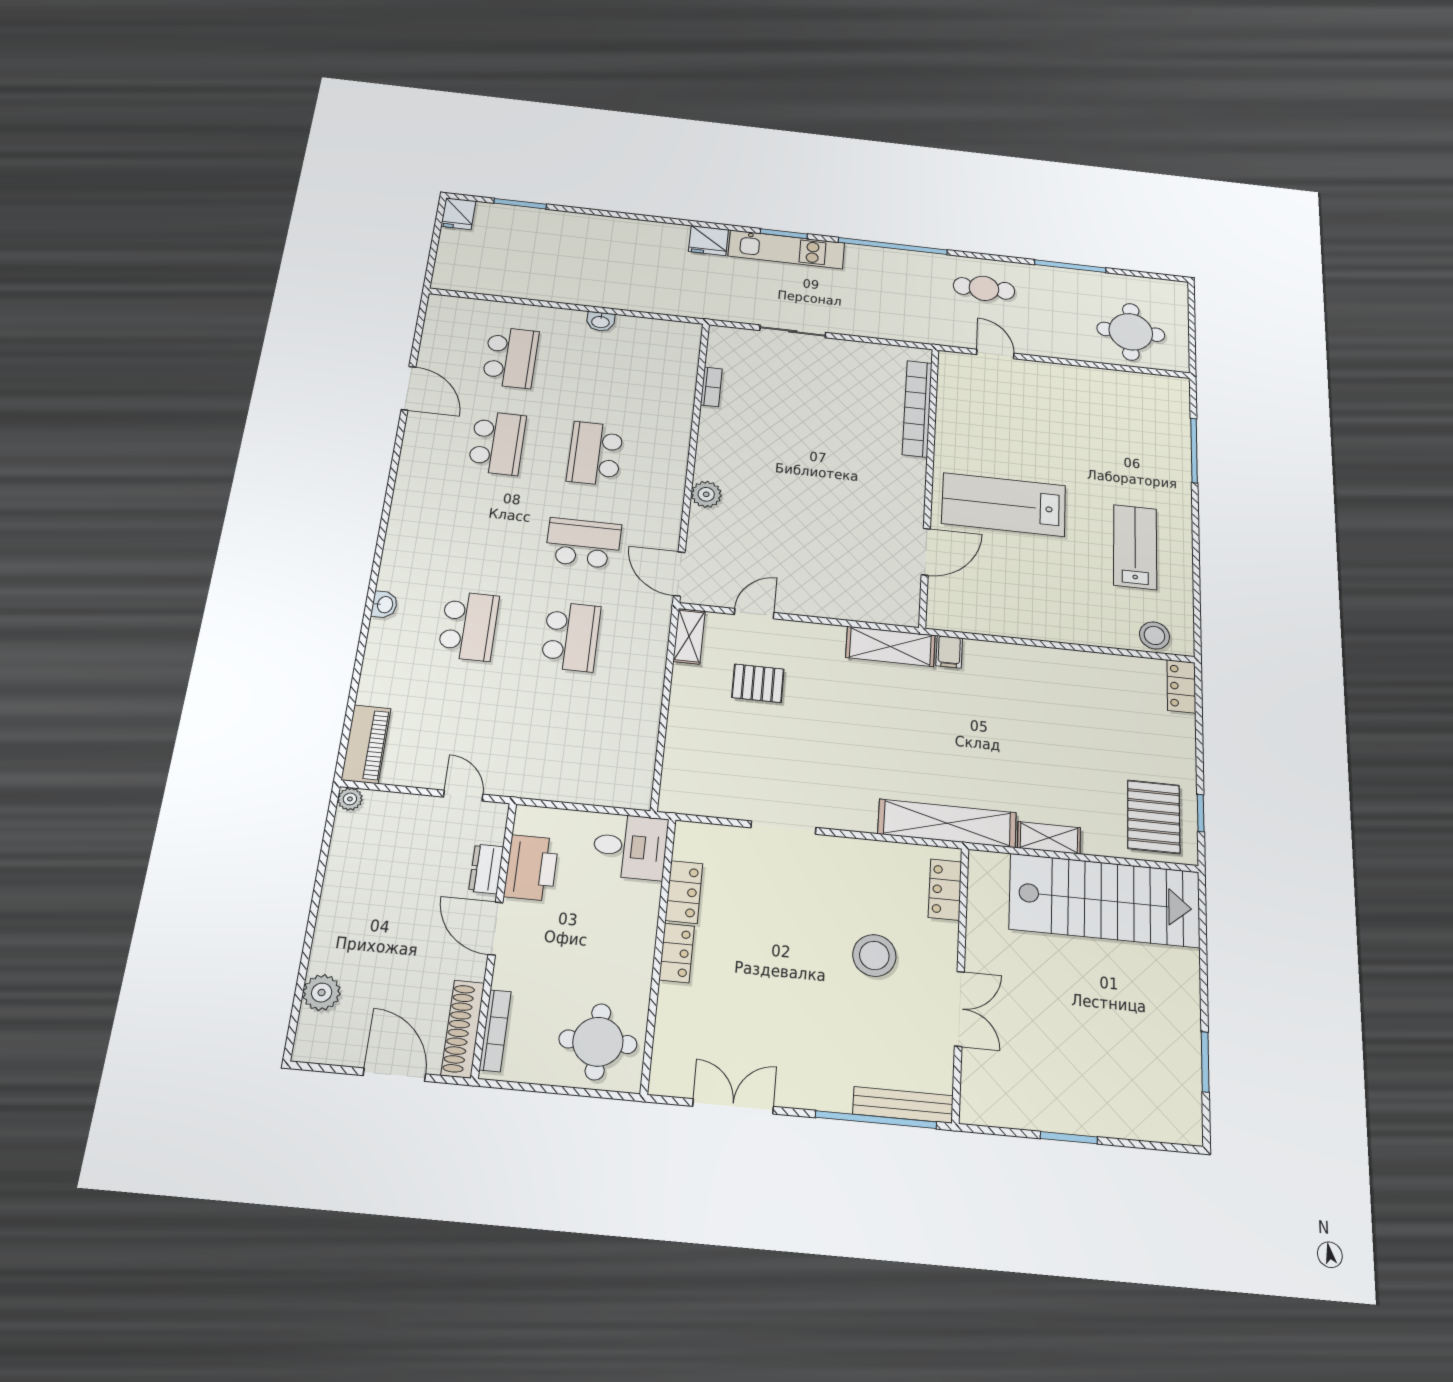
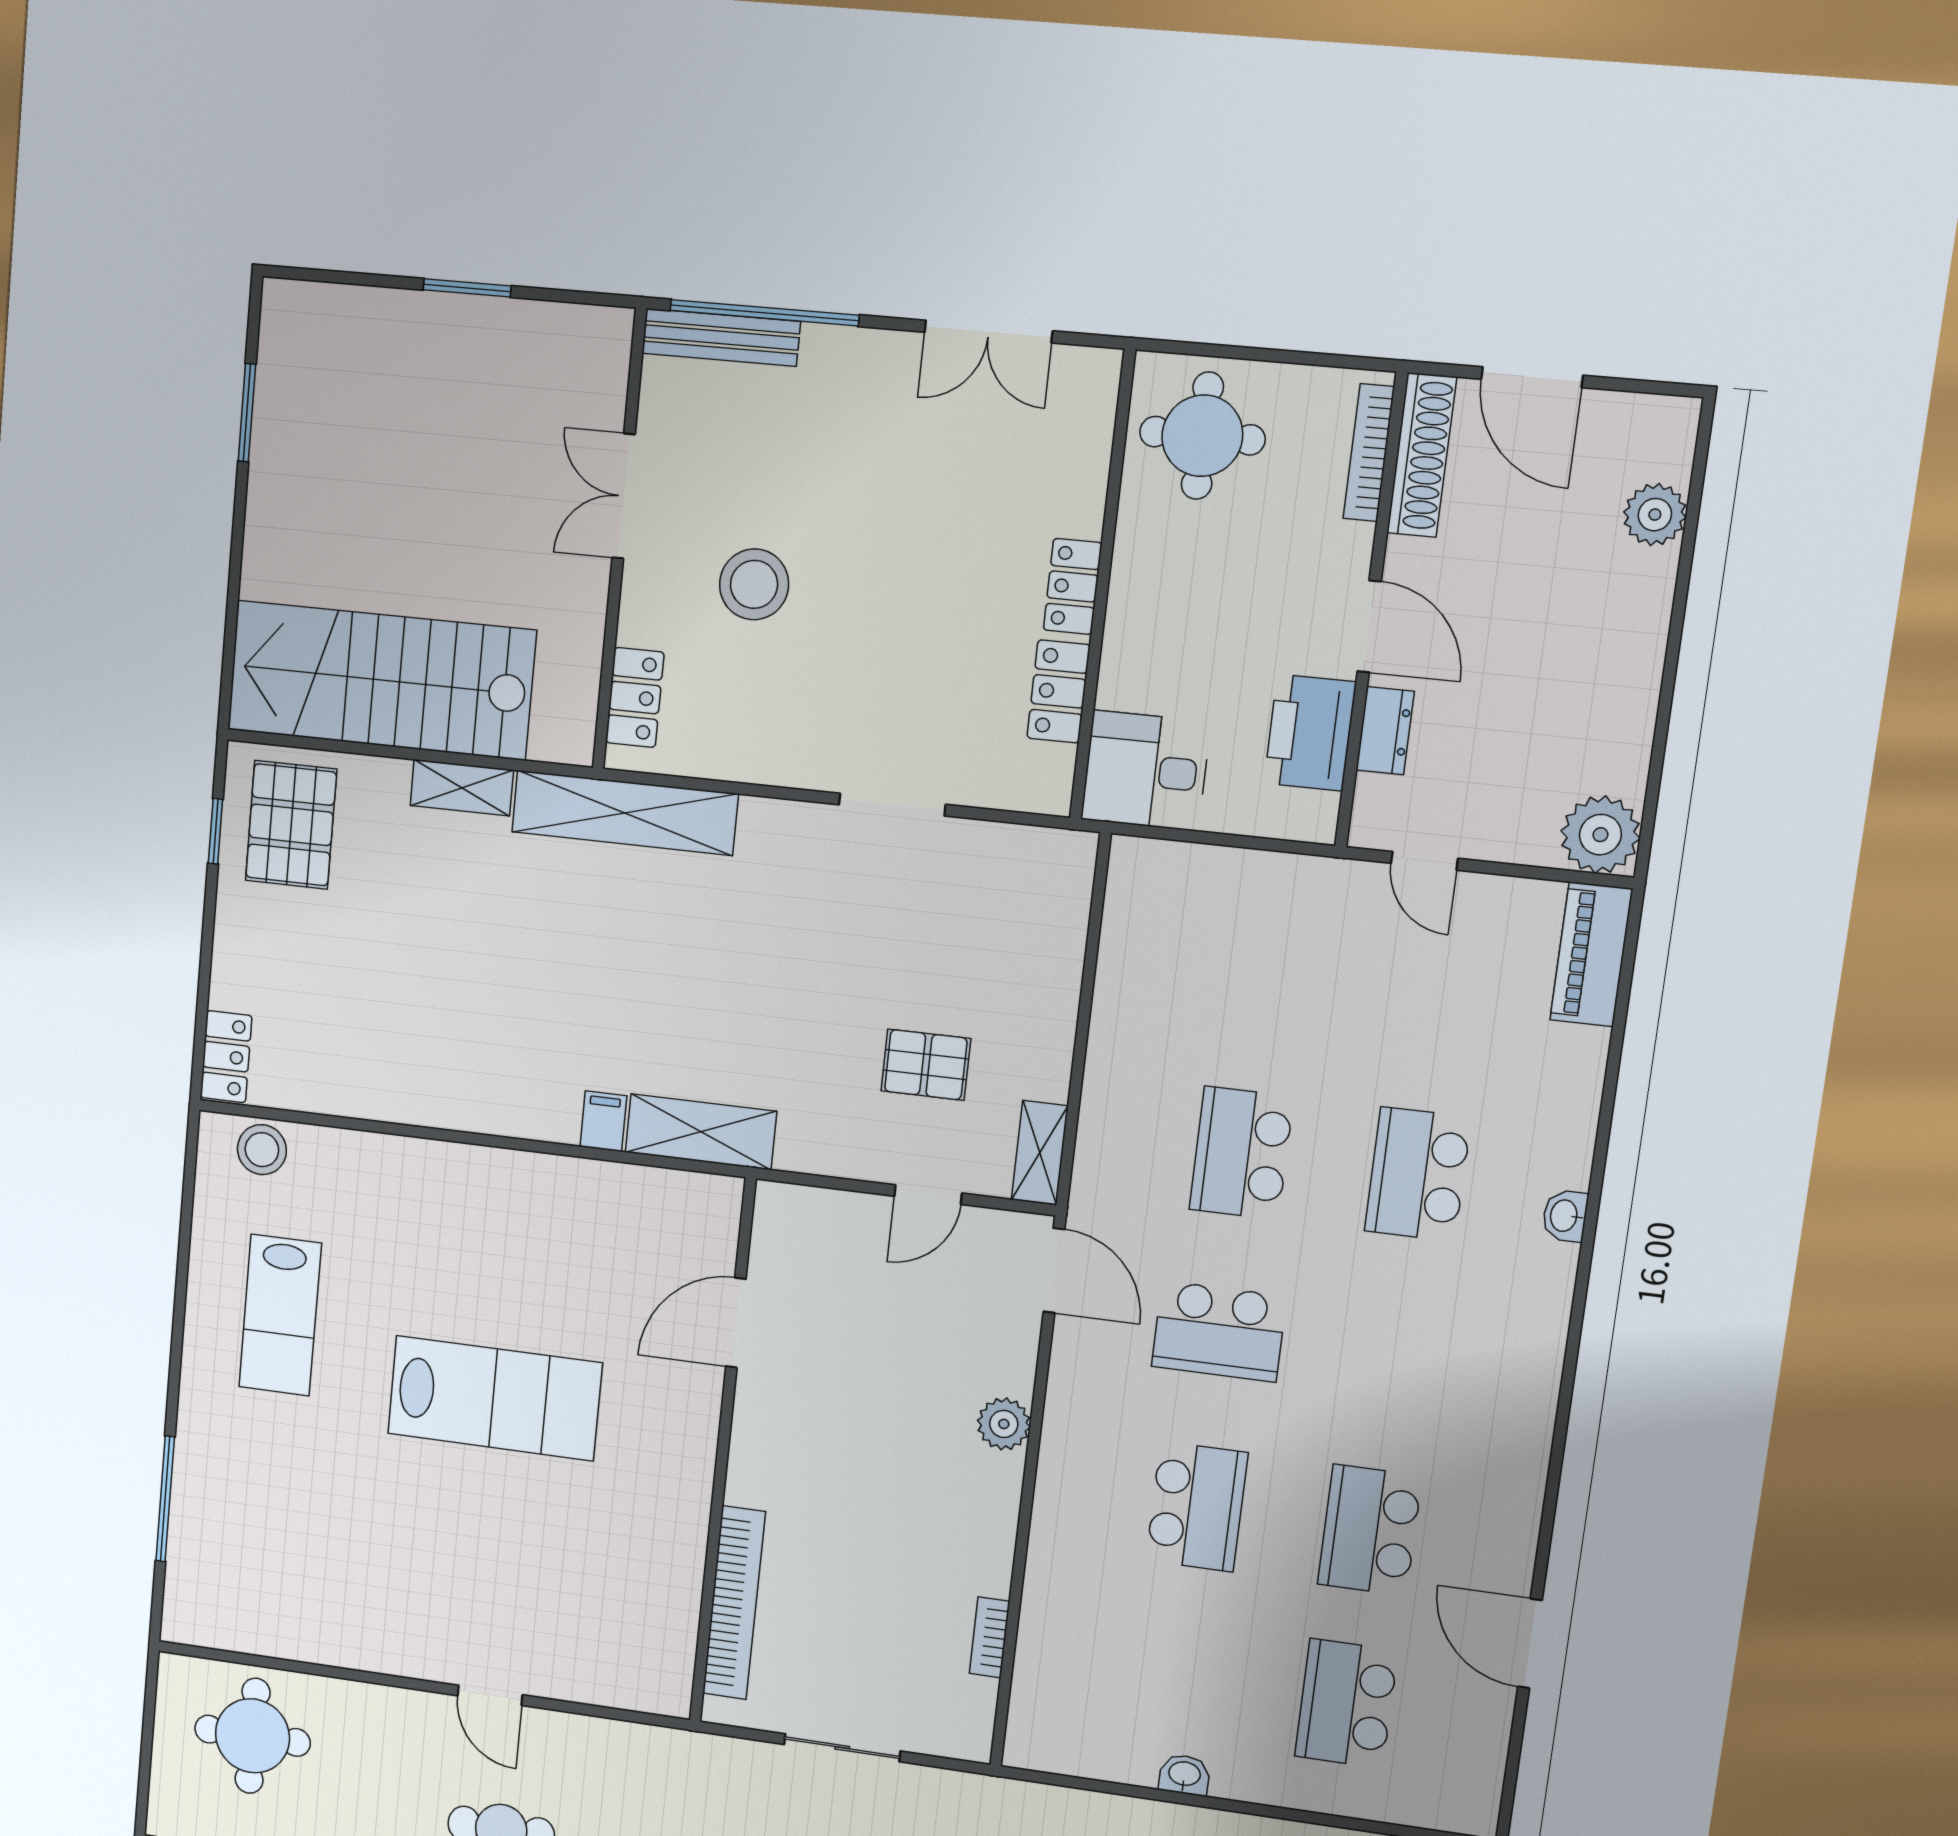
bookcase: (917, 409) -> (734, 1603), moved
wall: (929, 484) -> (723, 1453), moved
door: (926, 552) -> (736, 1323), moved
plant: (350, 799) -> (1600, 835), width x1.87, depth x1.87

